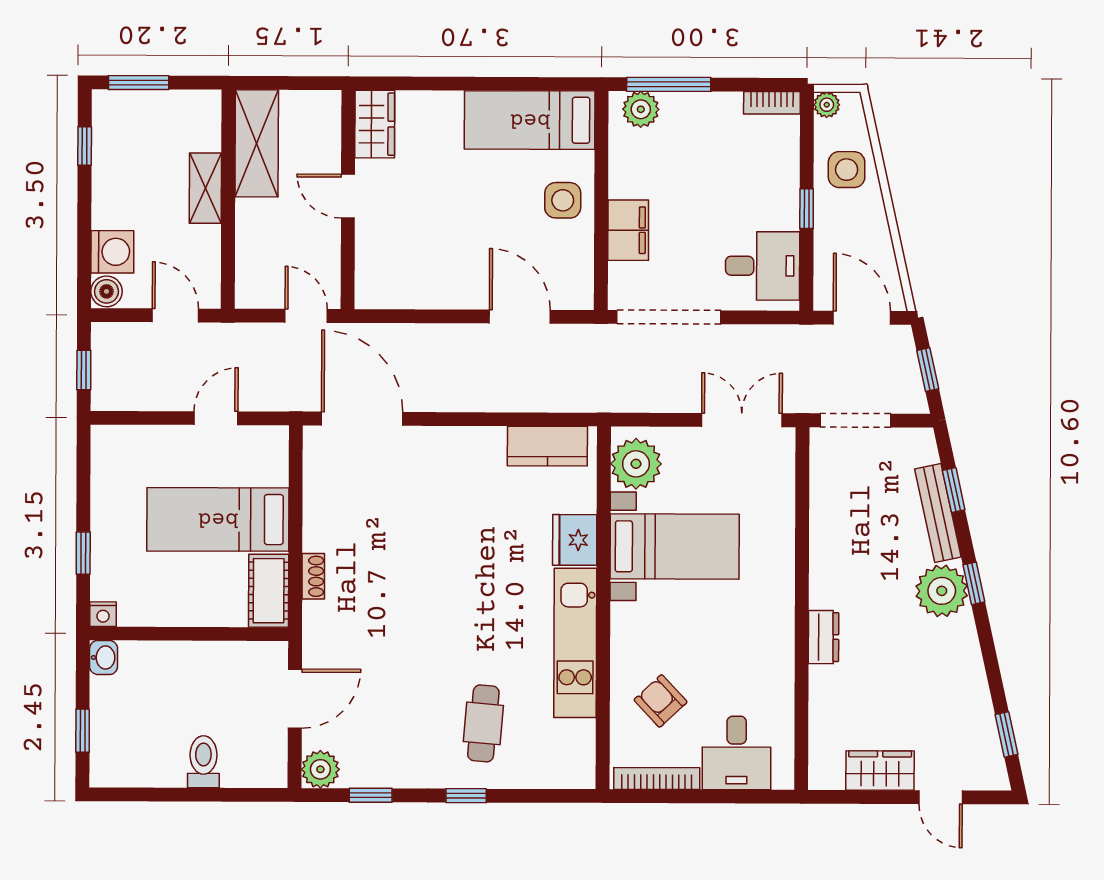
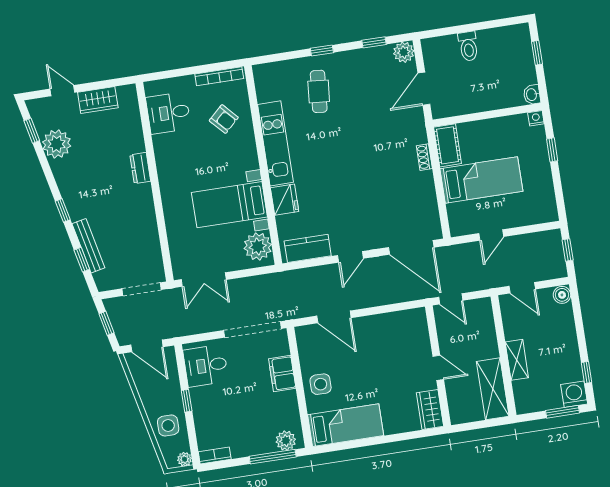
washing machine: (112, 252) -> (574, 394), moved, turned 90
door: (473, 419) -> (350, 257), added
plant: (942, 591) -> (57, 144), moved
desk: (737, 753) -> (168, 113), moved, turned -90

